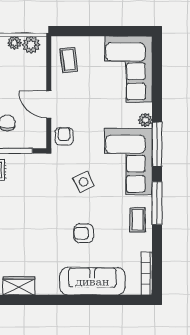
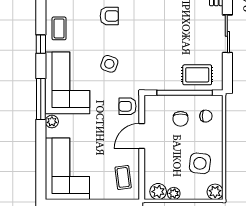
door: (49, 104) -> (142, 136), swing flipped
armchair: (64, 136) -> (127, 106), turned 90
side table: (84, 182) -> (109, 64), turned 45
window: (157, 203) -> (41, 44), width x0.46

